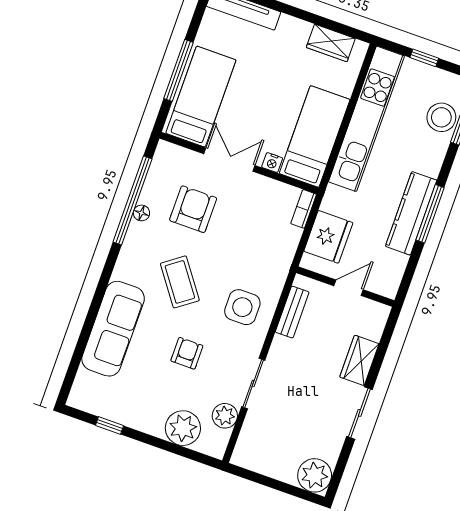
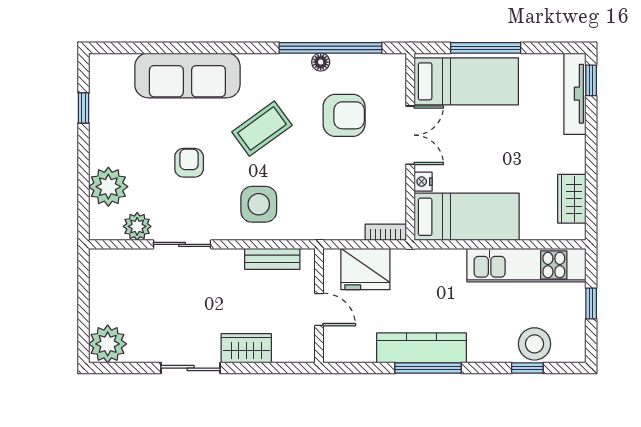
kitchen unit: (366, 119) -> (526, 265), width x0.73
armchair: (187, 353) -> (189, 163), turned -90

